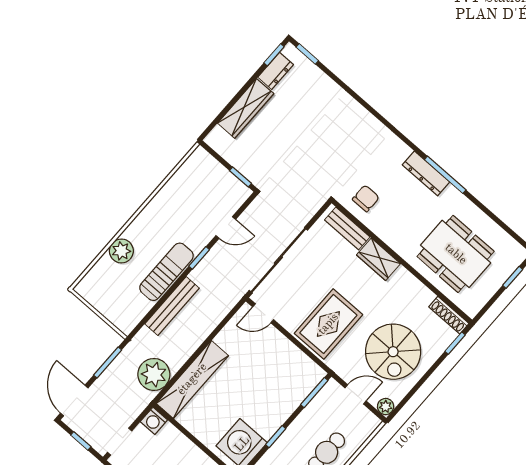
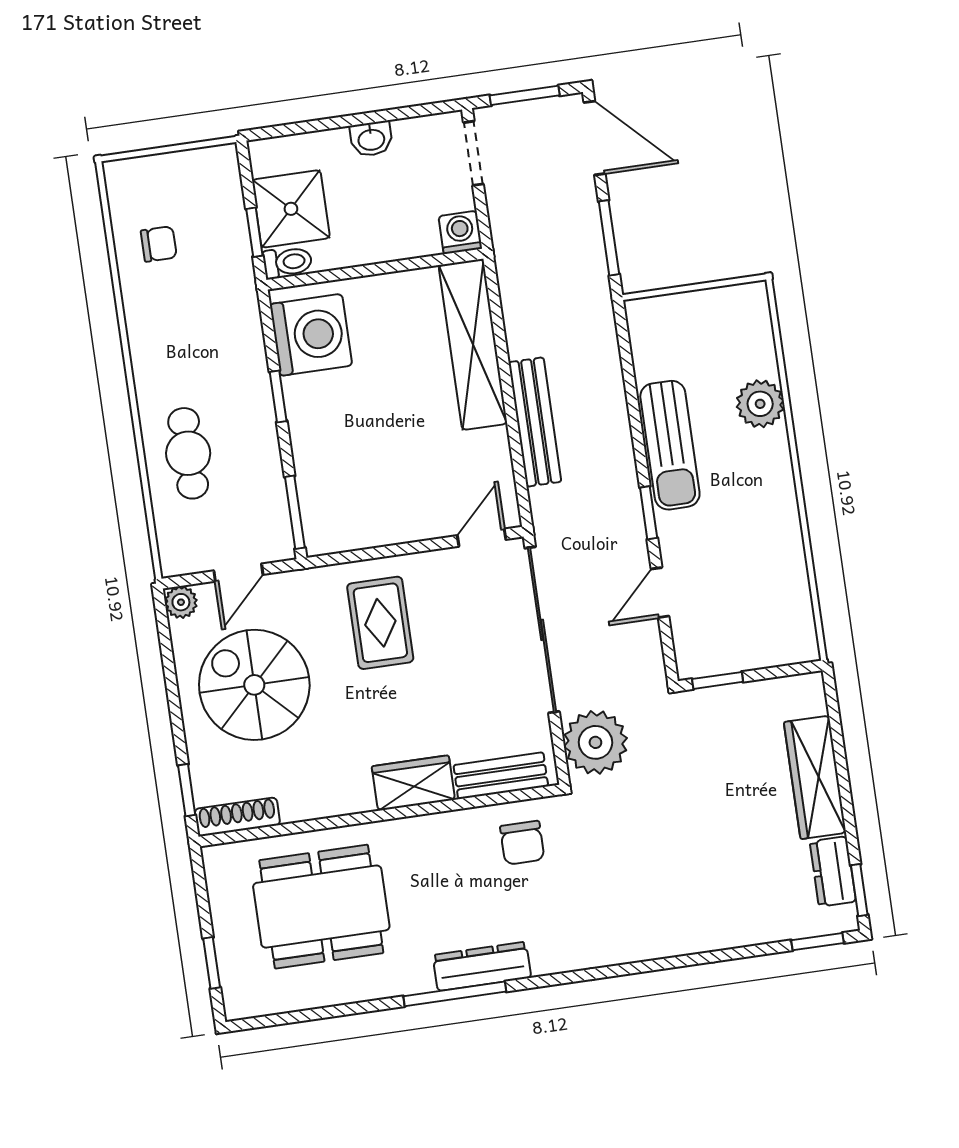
bench: (172, 306) -> (535, 422), moved
rug: (328, 324) -> (380, 623), width x0.73, depth x0.70
plant: (154, 374) -> (595, 742), moved
window: (81, 441) -> (525, 95), width x1.50

